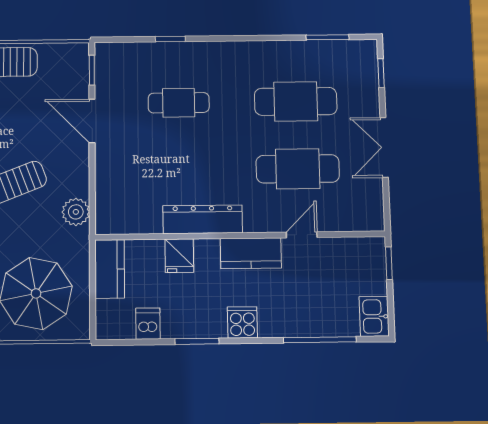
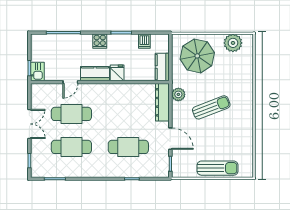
cafe table: (179, 103) -> (128, 147), width x1.37, depth x1.35
dresser: (203, 219) -> (162, 102), moved, turned 90
fridge: (179, 256) -> (117, 73), moved
kitchen sink: (374, 316) -> (37, 72), moved

